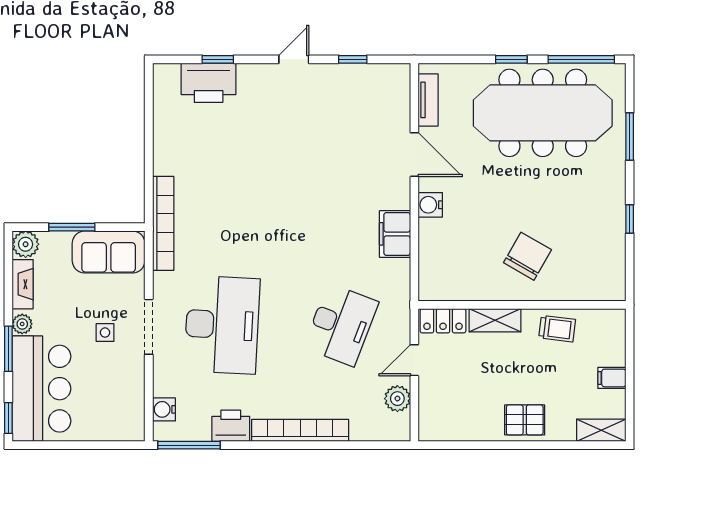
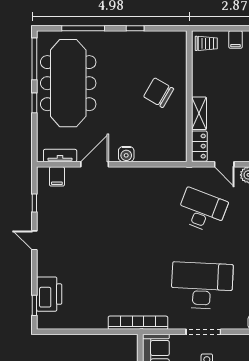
window: (218, 59) -> (34, 305), moved
window: (630, 136) -> (83, 28), width x1.44
filing cabinet: (395, 234) -> (57, 176), moved, width x0.50
trolley: (557, 329) -> (206, 43), moved, turned 83

